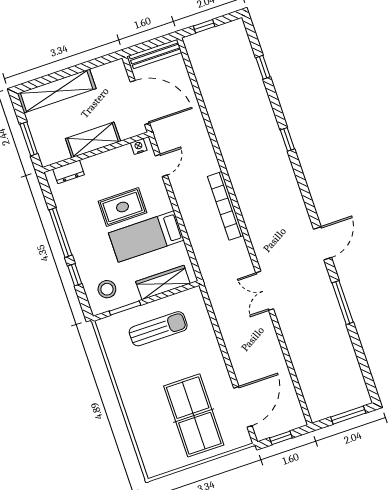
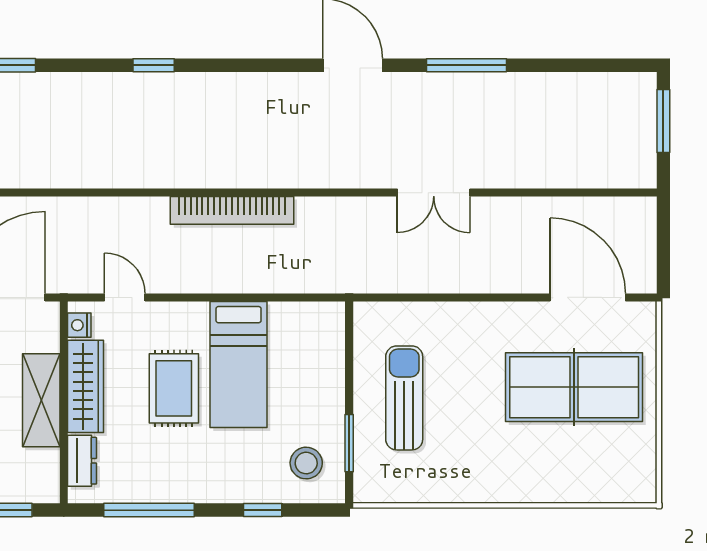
window: (60, 232) -> (149, 510), moved
wardrobe: (163, 283) -> (86, 386), moved, turned 180
double door: (265, 291) -> (434, 193), moved
window: (281, 438) -> (663, 250), removed

